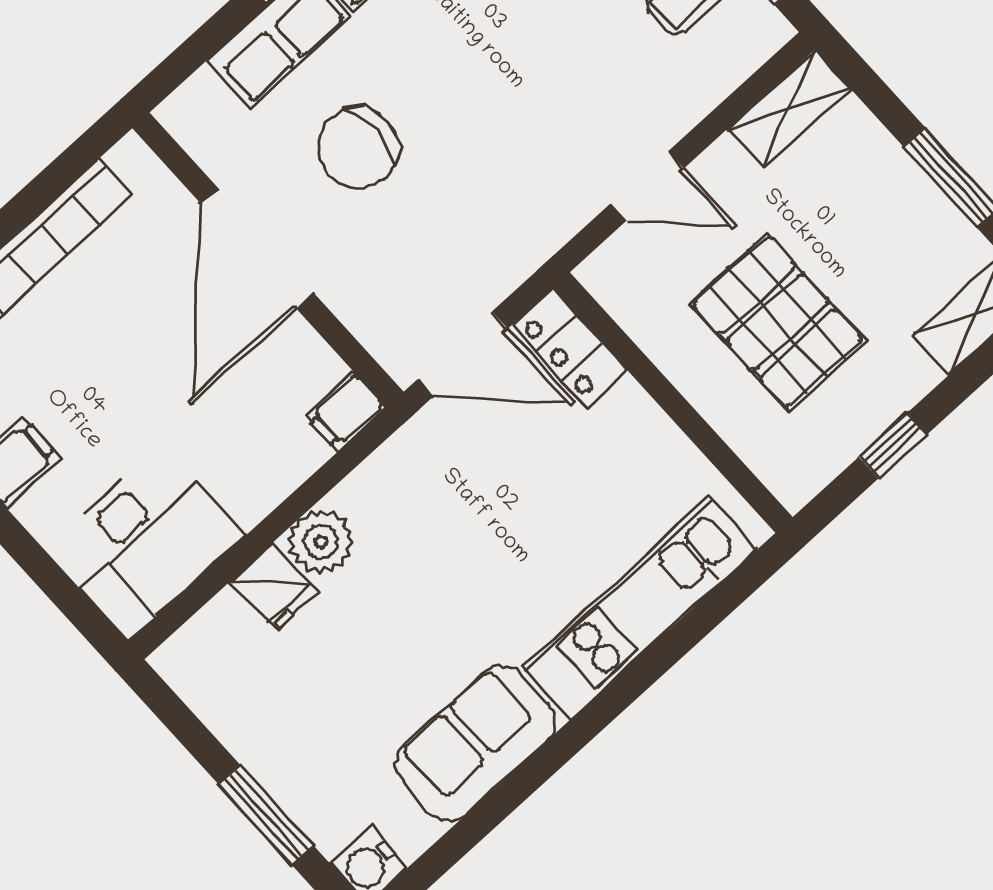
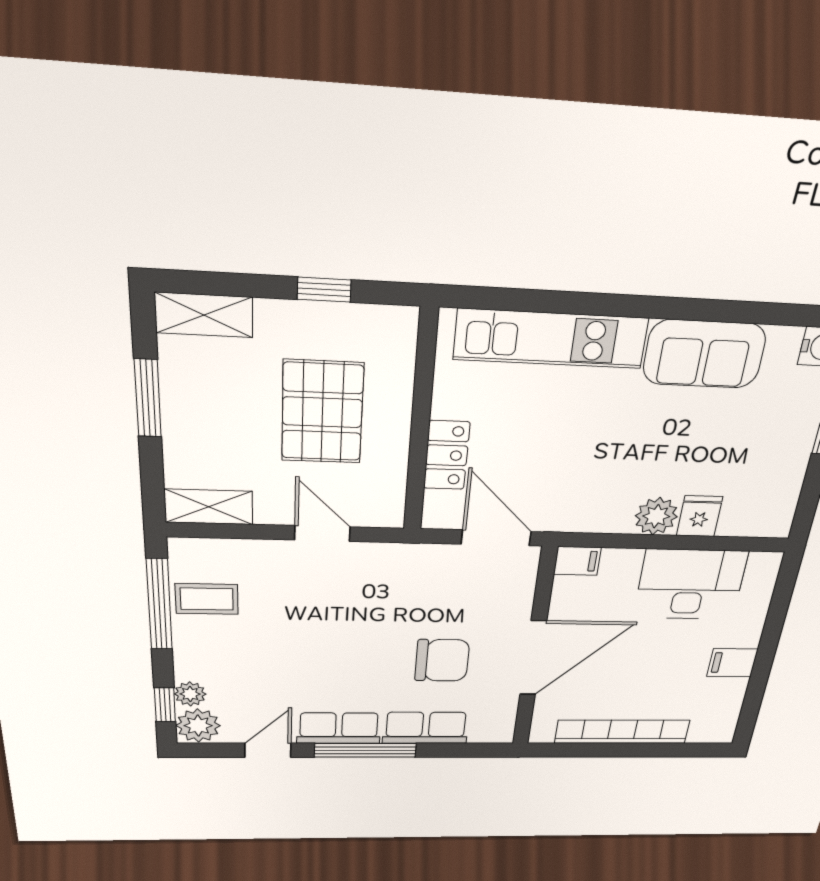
locker: (569, 348) -> (447, 455), moved
desk: (145, 543) -> (690, 585), moved

